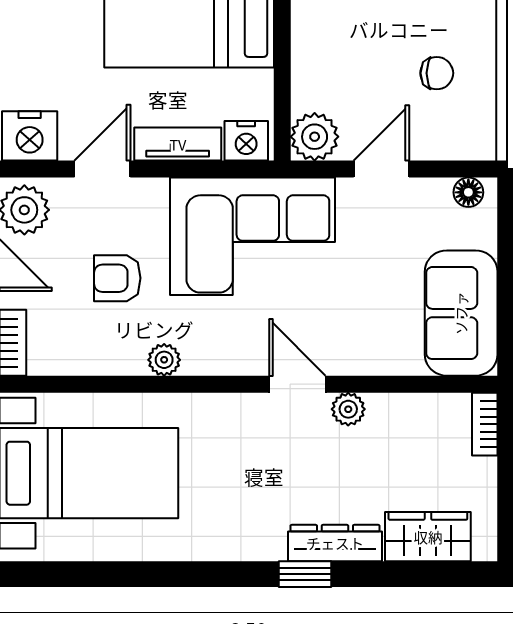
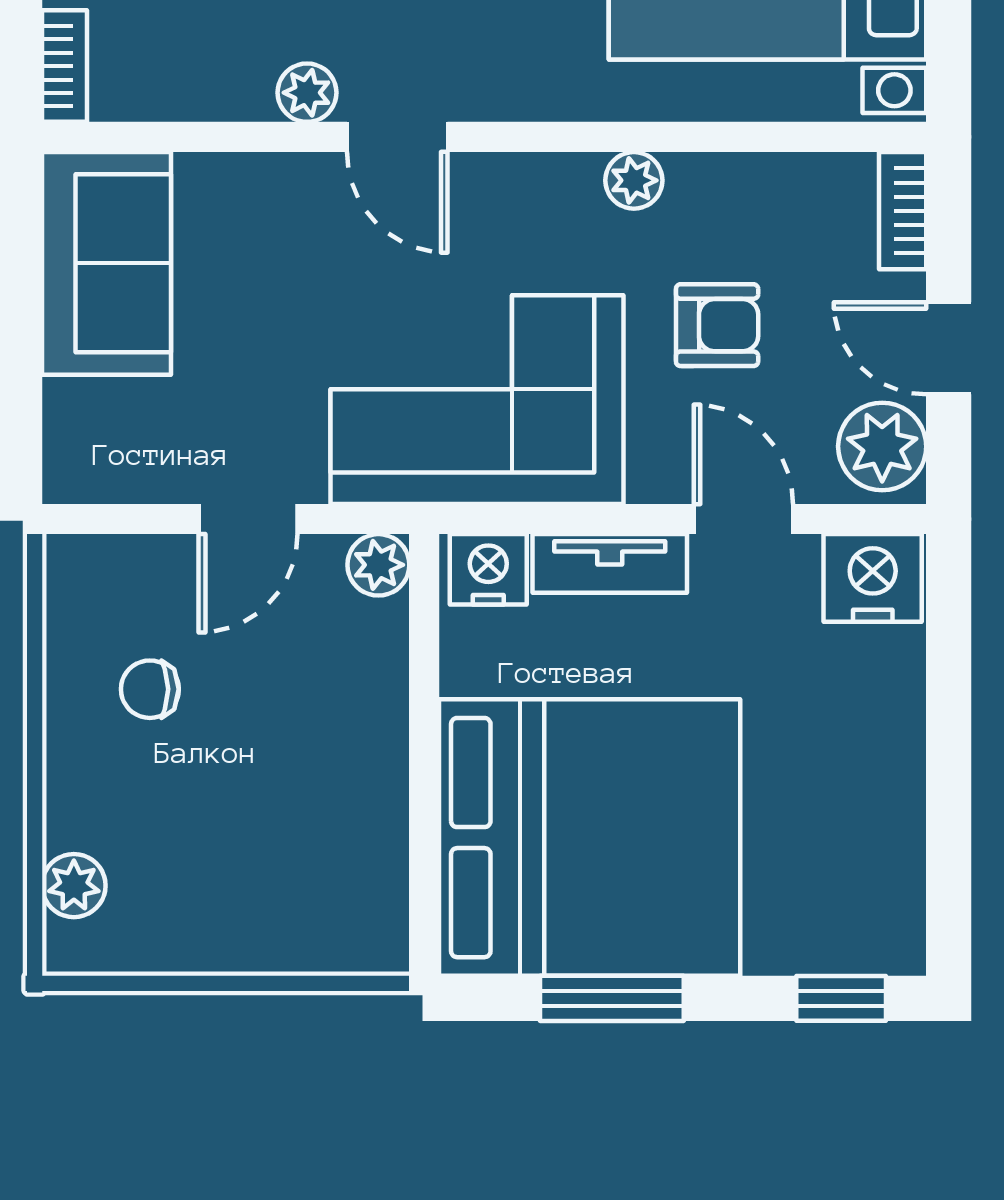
plant: (315, 137) -> (378, 565), width x0.73, depth x0.73
door: (102, 169) -> (743, 519), swing flipped
floor lamp: (468, 192) -> (94, 478), removed

